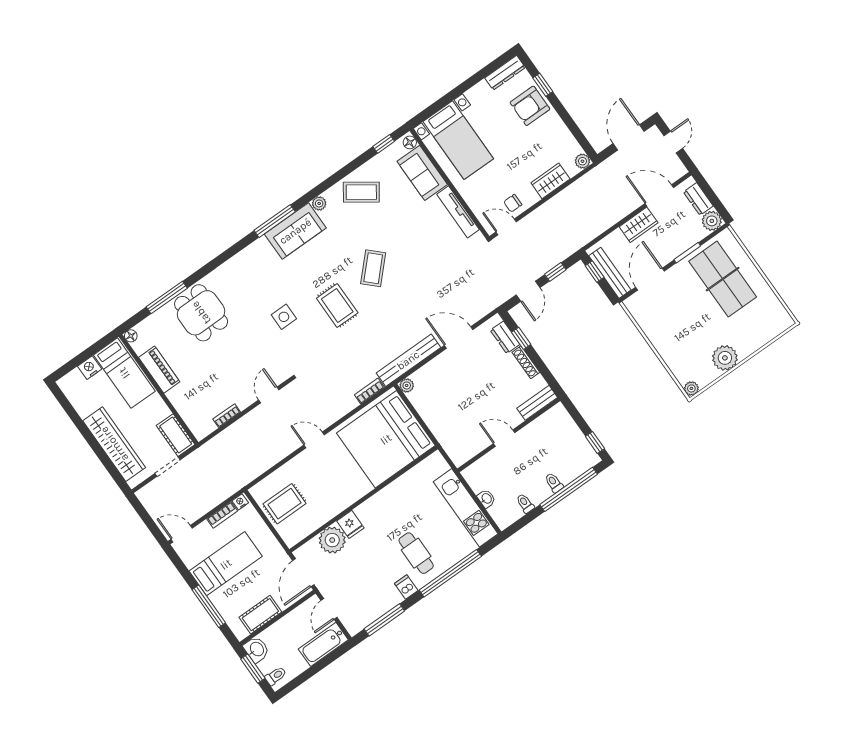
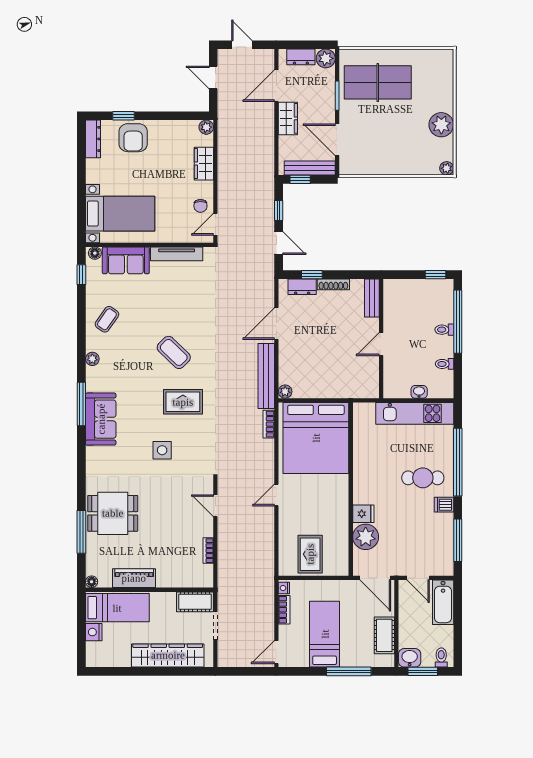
door: (629, 137) -> (213, 77), width x0.73
coffee table: (361, 192) -> (107, 319), width x0.73, depth x0.77
sofa: (295, 231) -> (101, 419), moved

